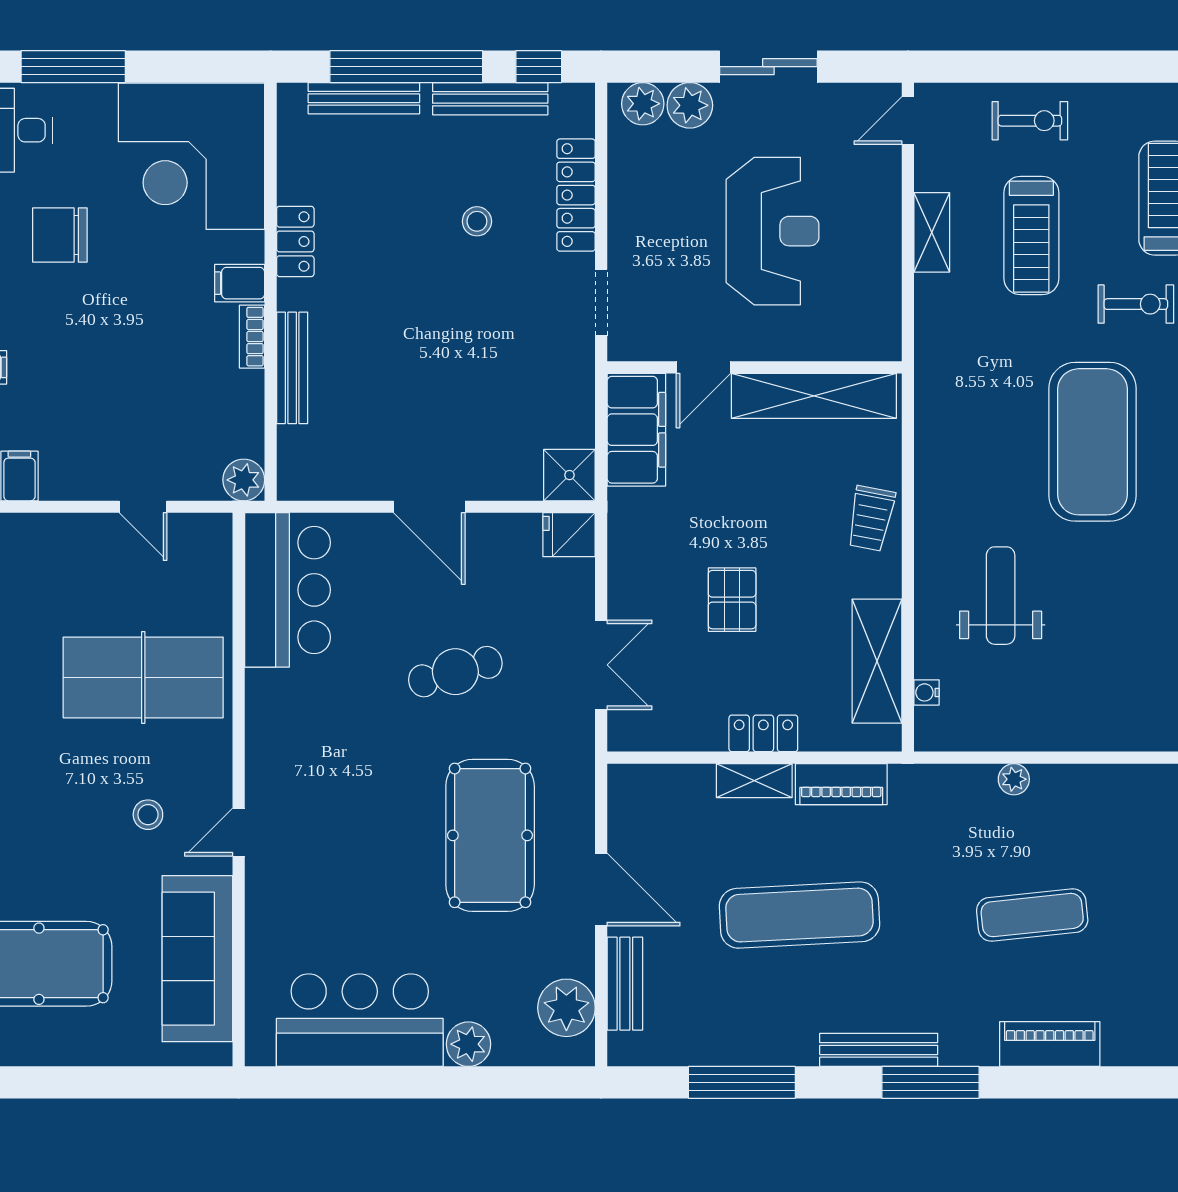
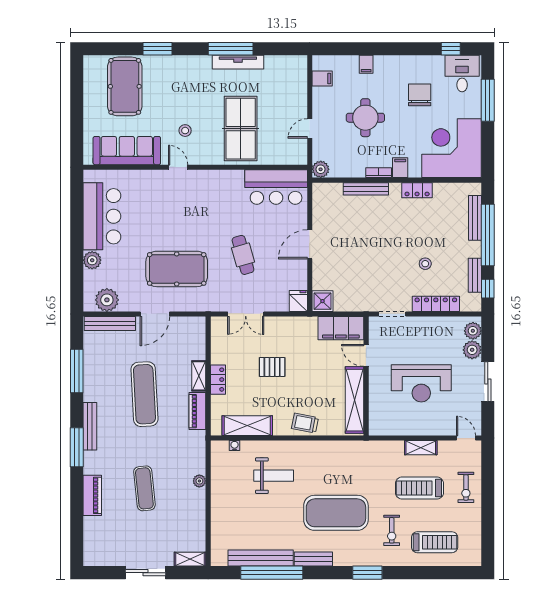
bench: (490, 99) -> (475, 275), width x0.73
round table: (116, 369) -> (365, 118), added
bench: (625, 984) -> (110, 324), width x1.36

